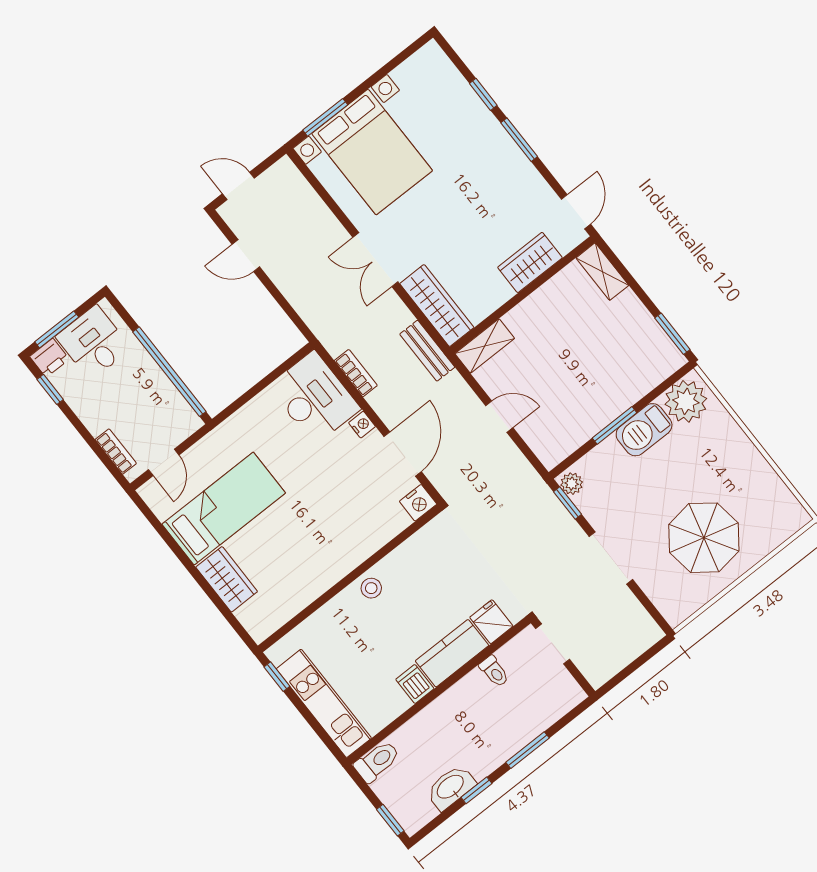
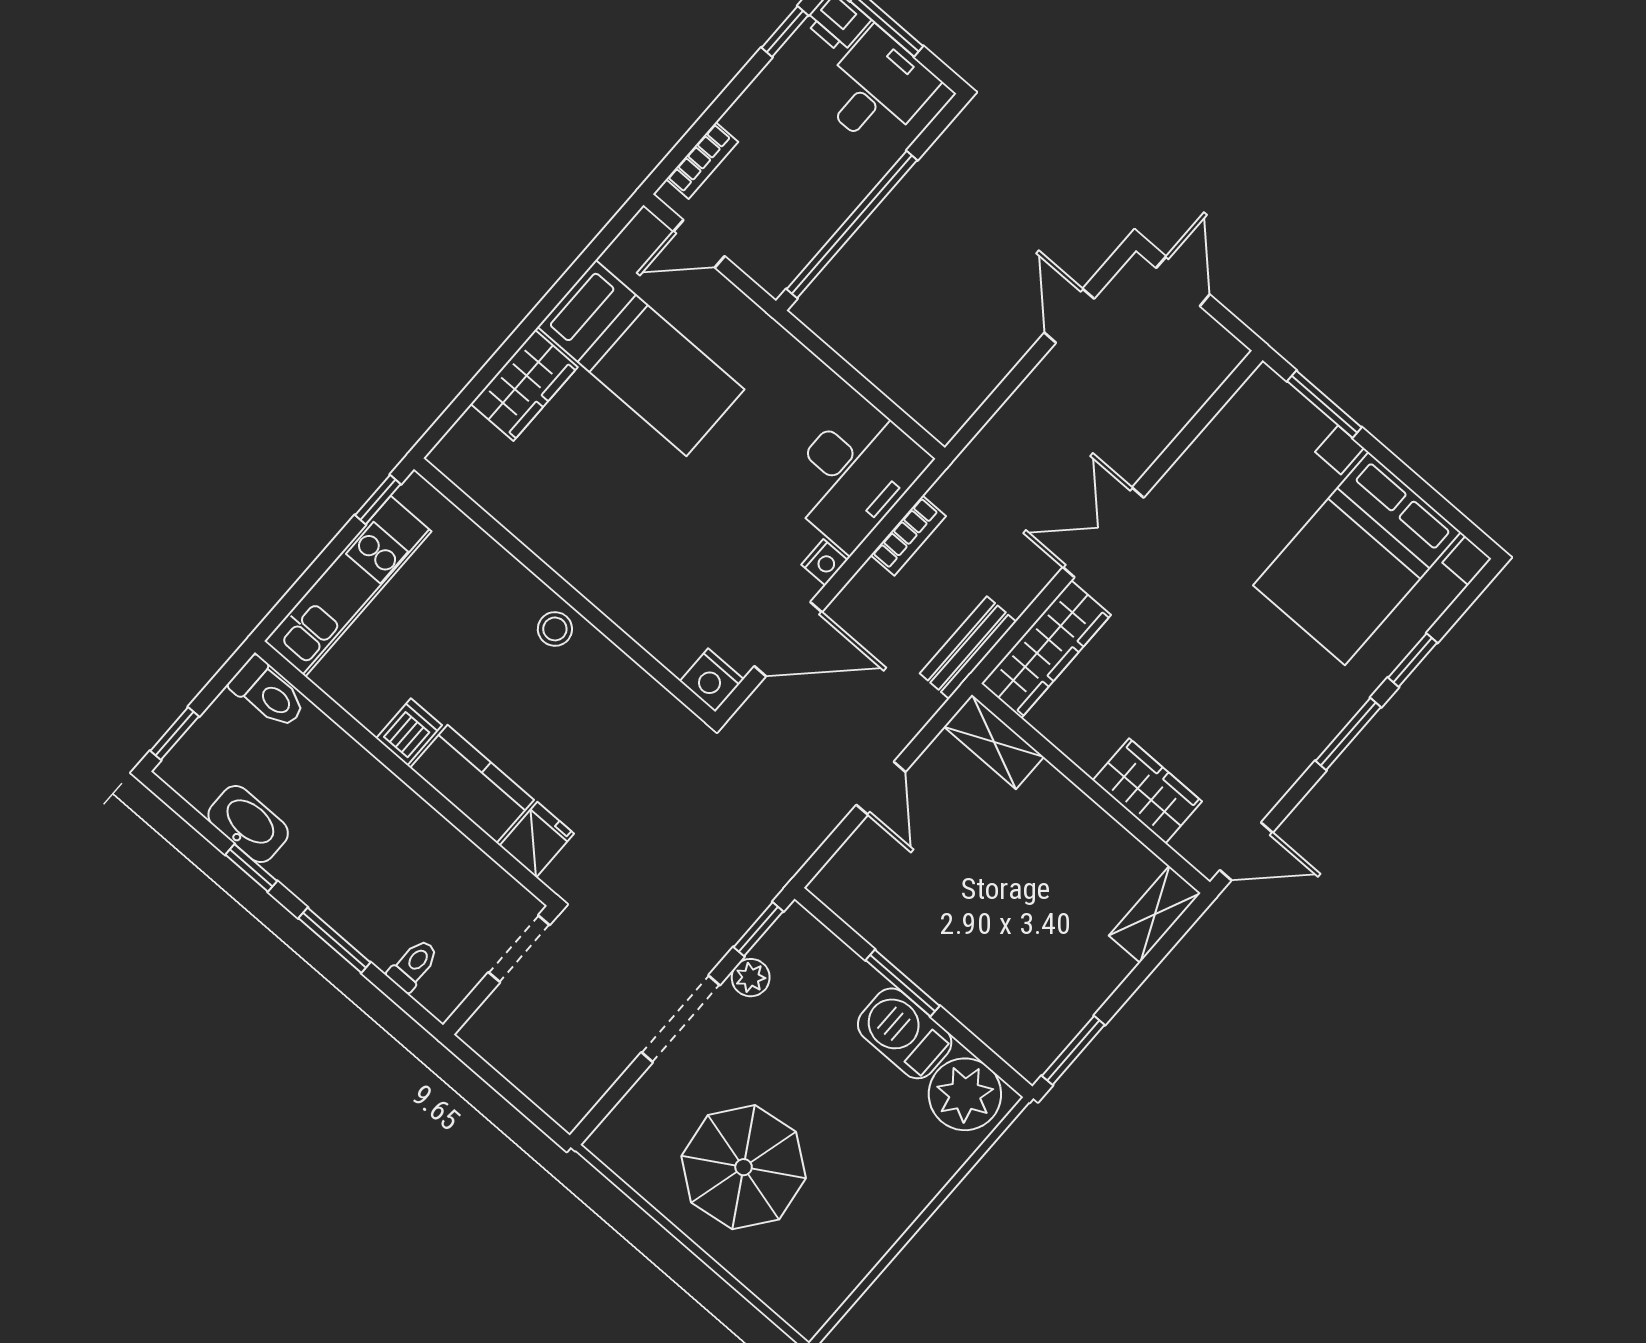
bed with nightstands: (372, 152) -> (1357, 559), moved
plant: (572, 484) -> (751, 978), moved
toilet: (494, 671) -> (413, 965), moved, turned 180

